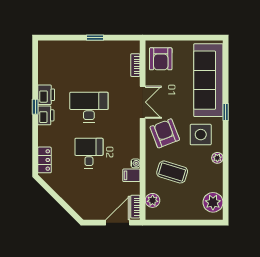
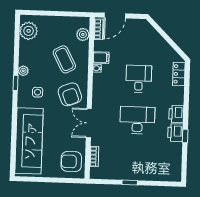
armchair: (161, 59) -> (71, 161), turned -90
window: (35, 107) -> (185, 136), moved
desk: (89, 107) -> (137, 120), turned 180
window: (226, 112) -> (15, 83), moved
side table: (201, 135) -> (38, 92), width x0.54, depth x0.54
desk: (89, 153) -> (139, 79), turned 180
coffee table: (172, 172) -> (64, 59), turned 45

